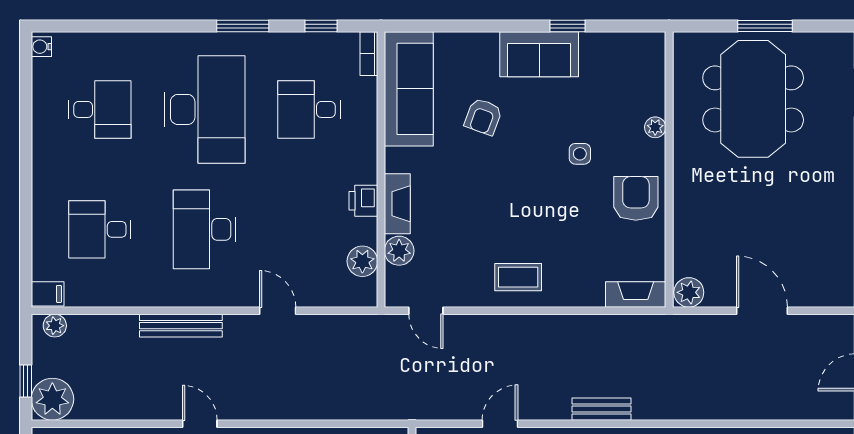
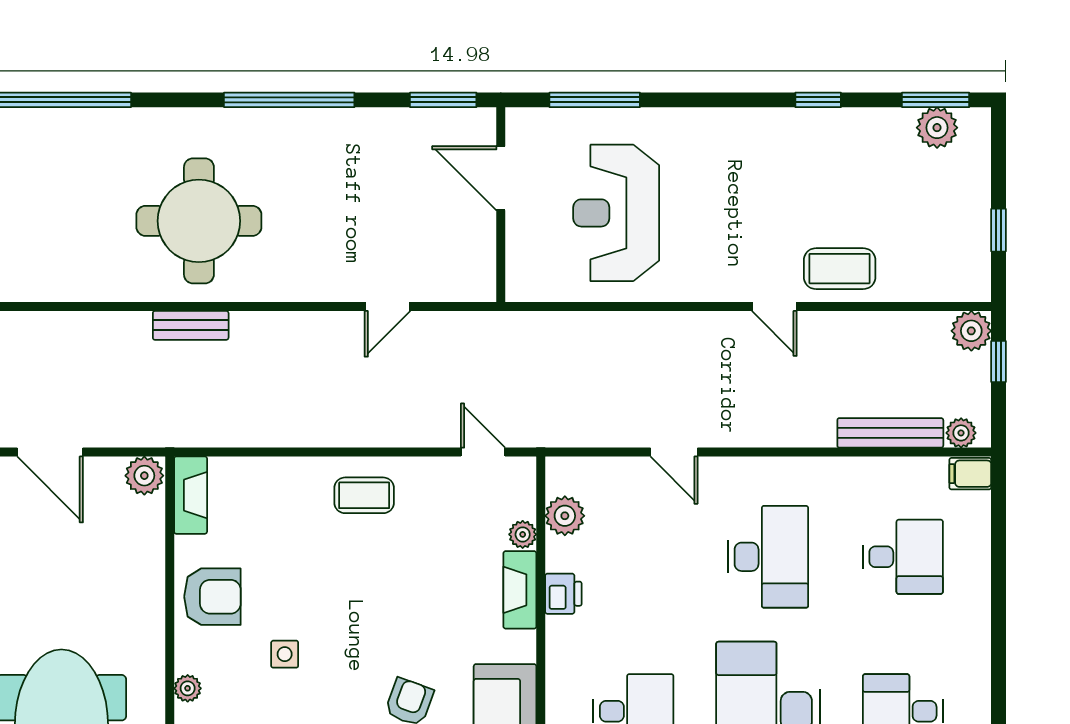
armchair: (636, 198) -> (212, 597), turned -90
plant: (399, 251) -> (523, 534), width x0.73, depth x0.73
fireplace: (636, 294) -> (191, 495), moved, turned -90
bench: (181, 326) -> (890, 433), moved
plant: (52, 399) -> (971, 331), width x0.73, depth x0.73
bench: (601, 409) -> (191, 325), moved

